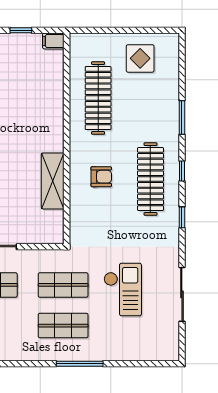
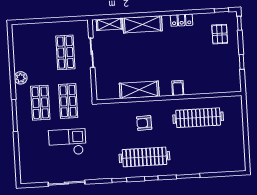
filing cabinet: (53, 41) -> (178, 88), moved
display table: (140, 58) -> (227, 145), removed
armchair: (101, 177) -> (144, 123), turned 88
checkout: (123, 290) -> (67, 142), turned 180
plant: (26, 352) -> (21, 78), added

